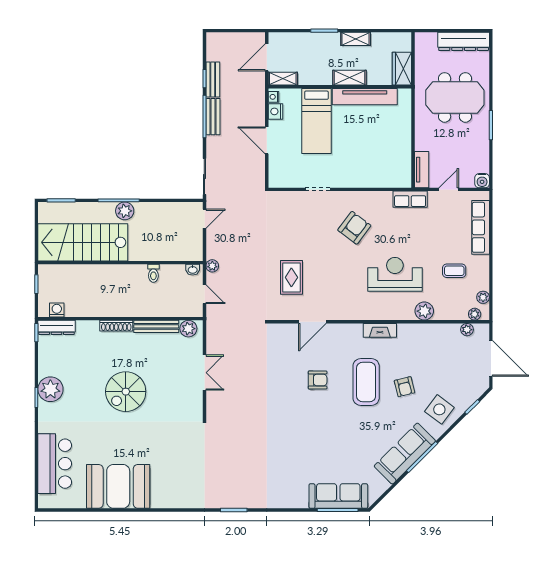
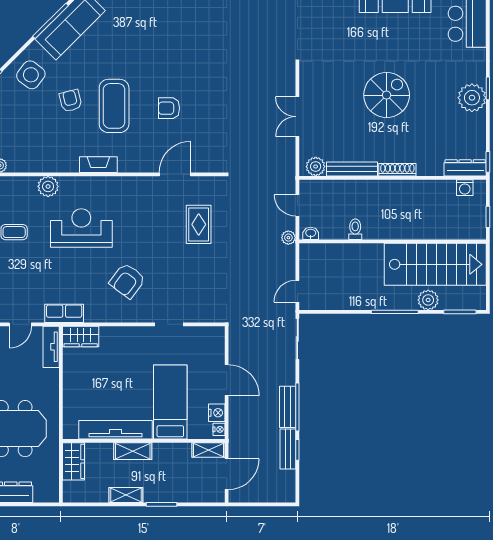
wardrobe: (396, 179) -> (81, 336), added
plant: (125, 211) -> (428, 300), moved
reception desk: (395, 274) -> (81, 228), turned 180

